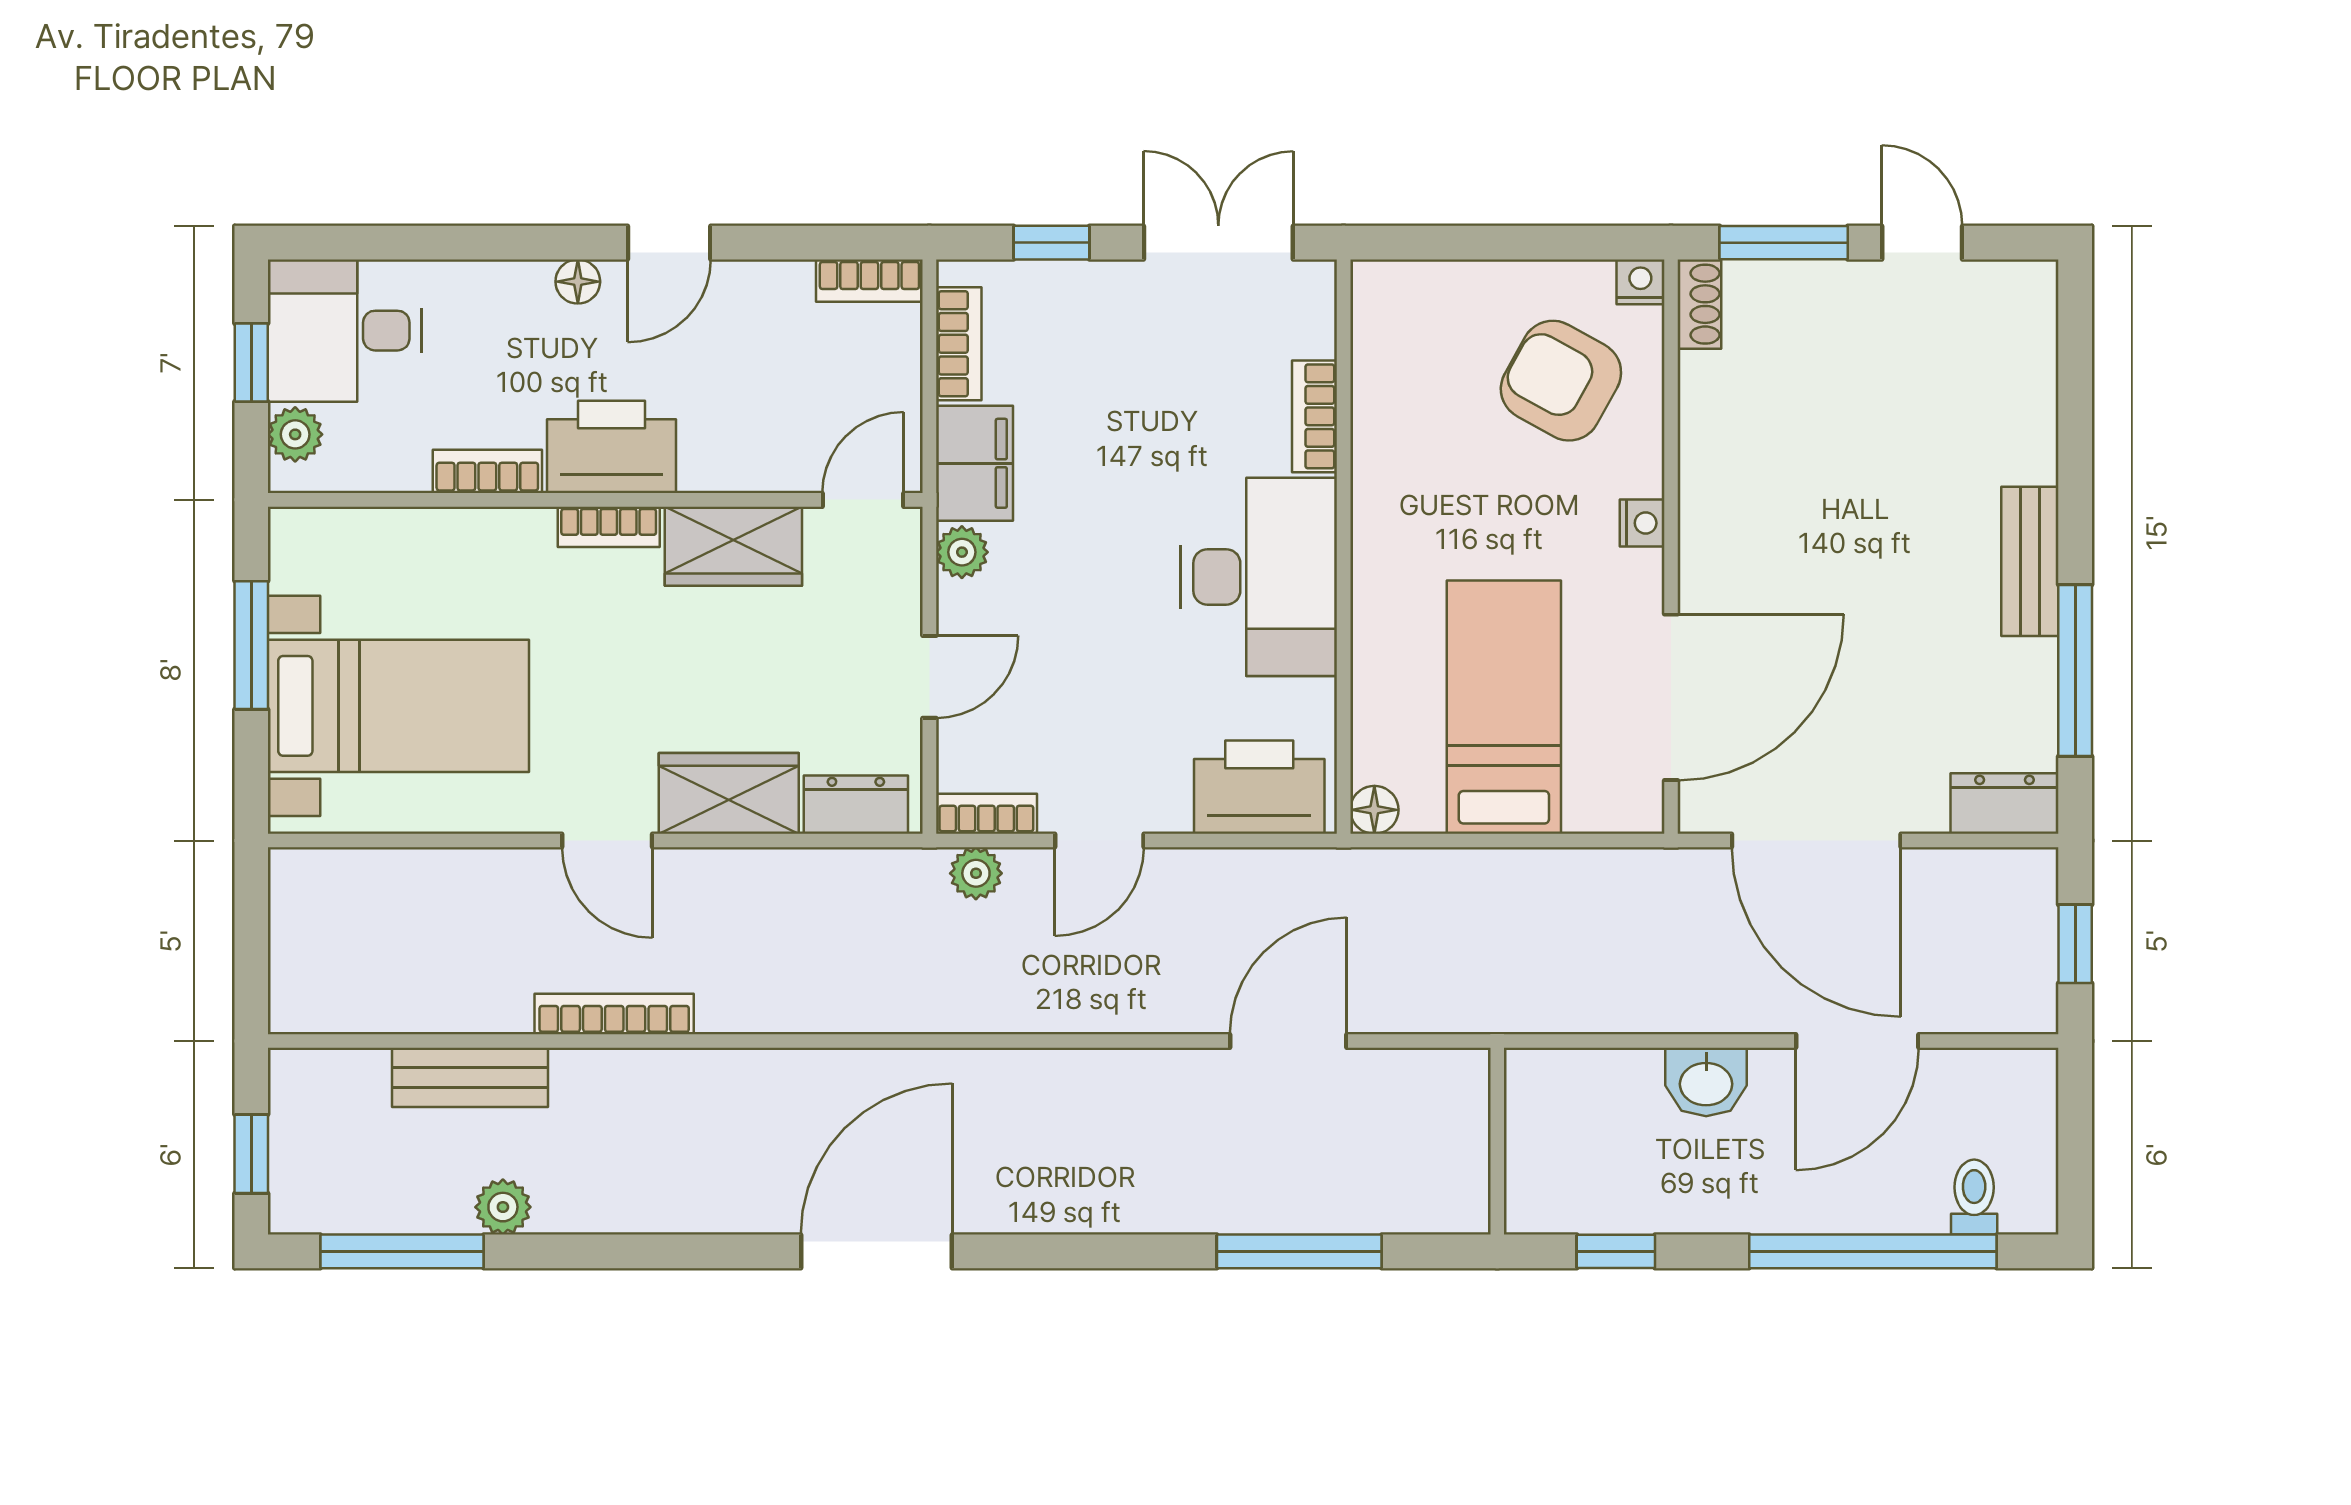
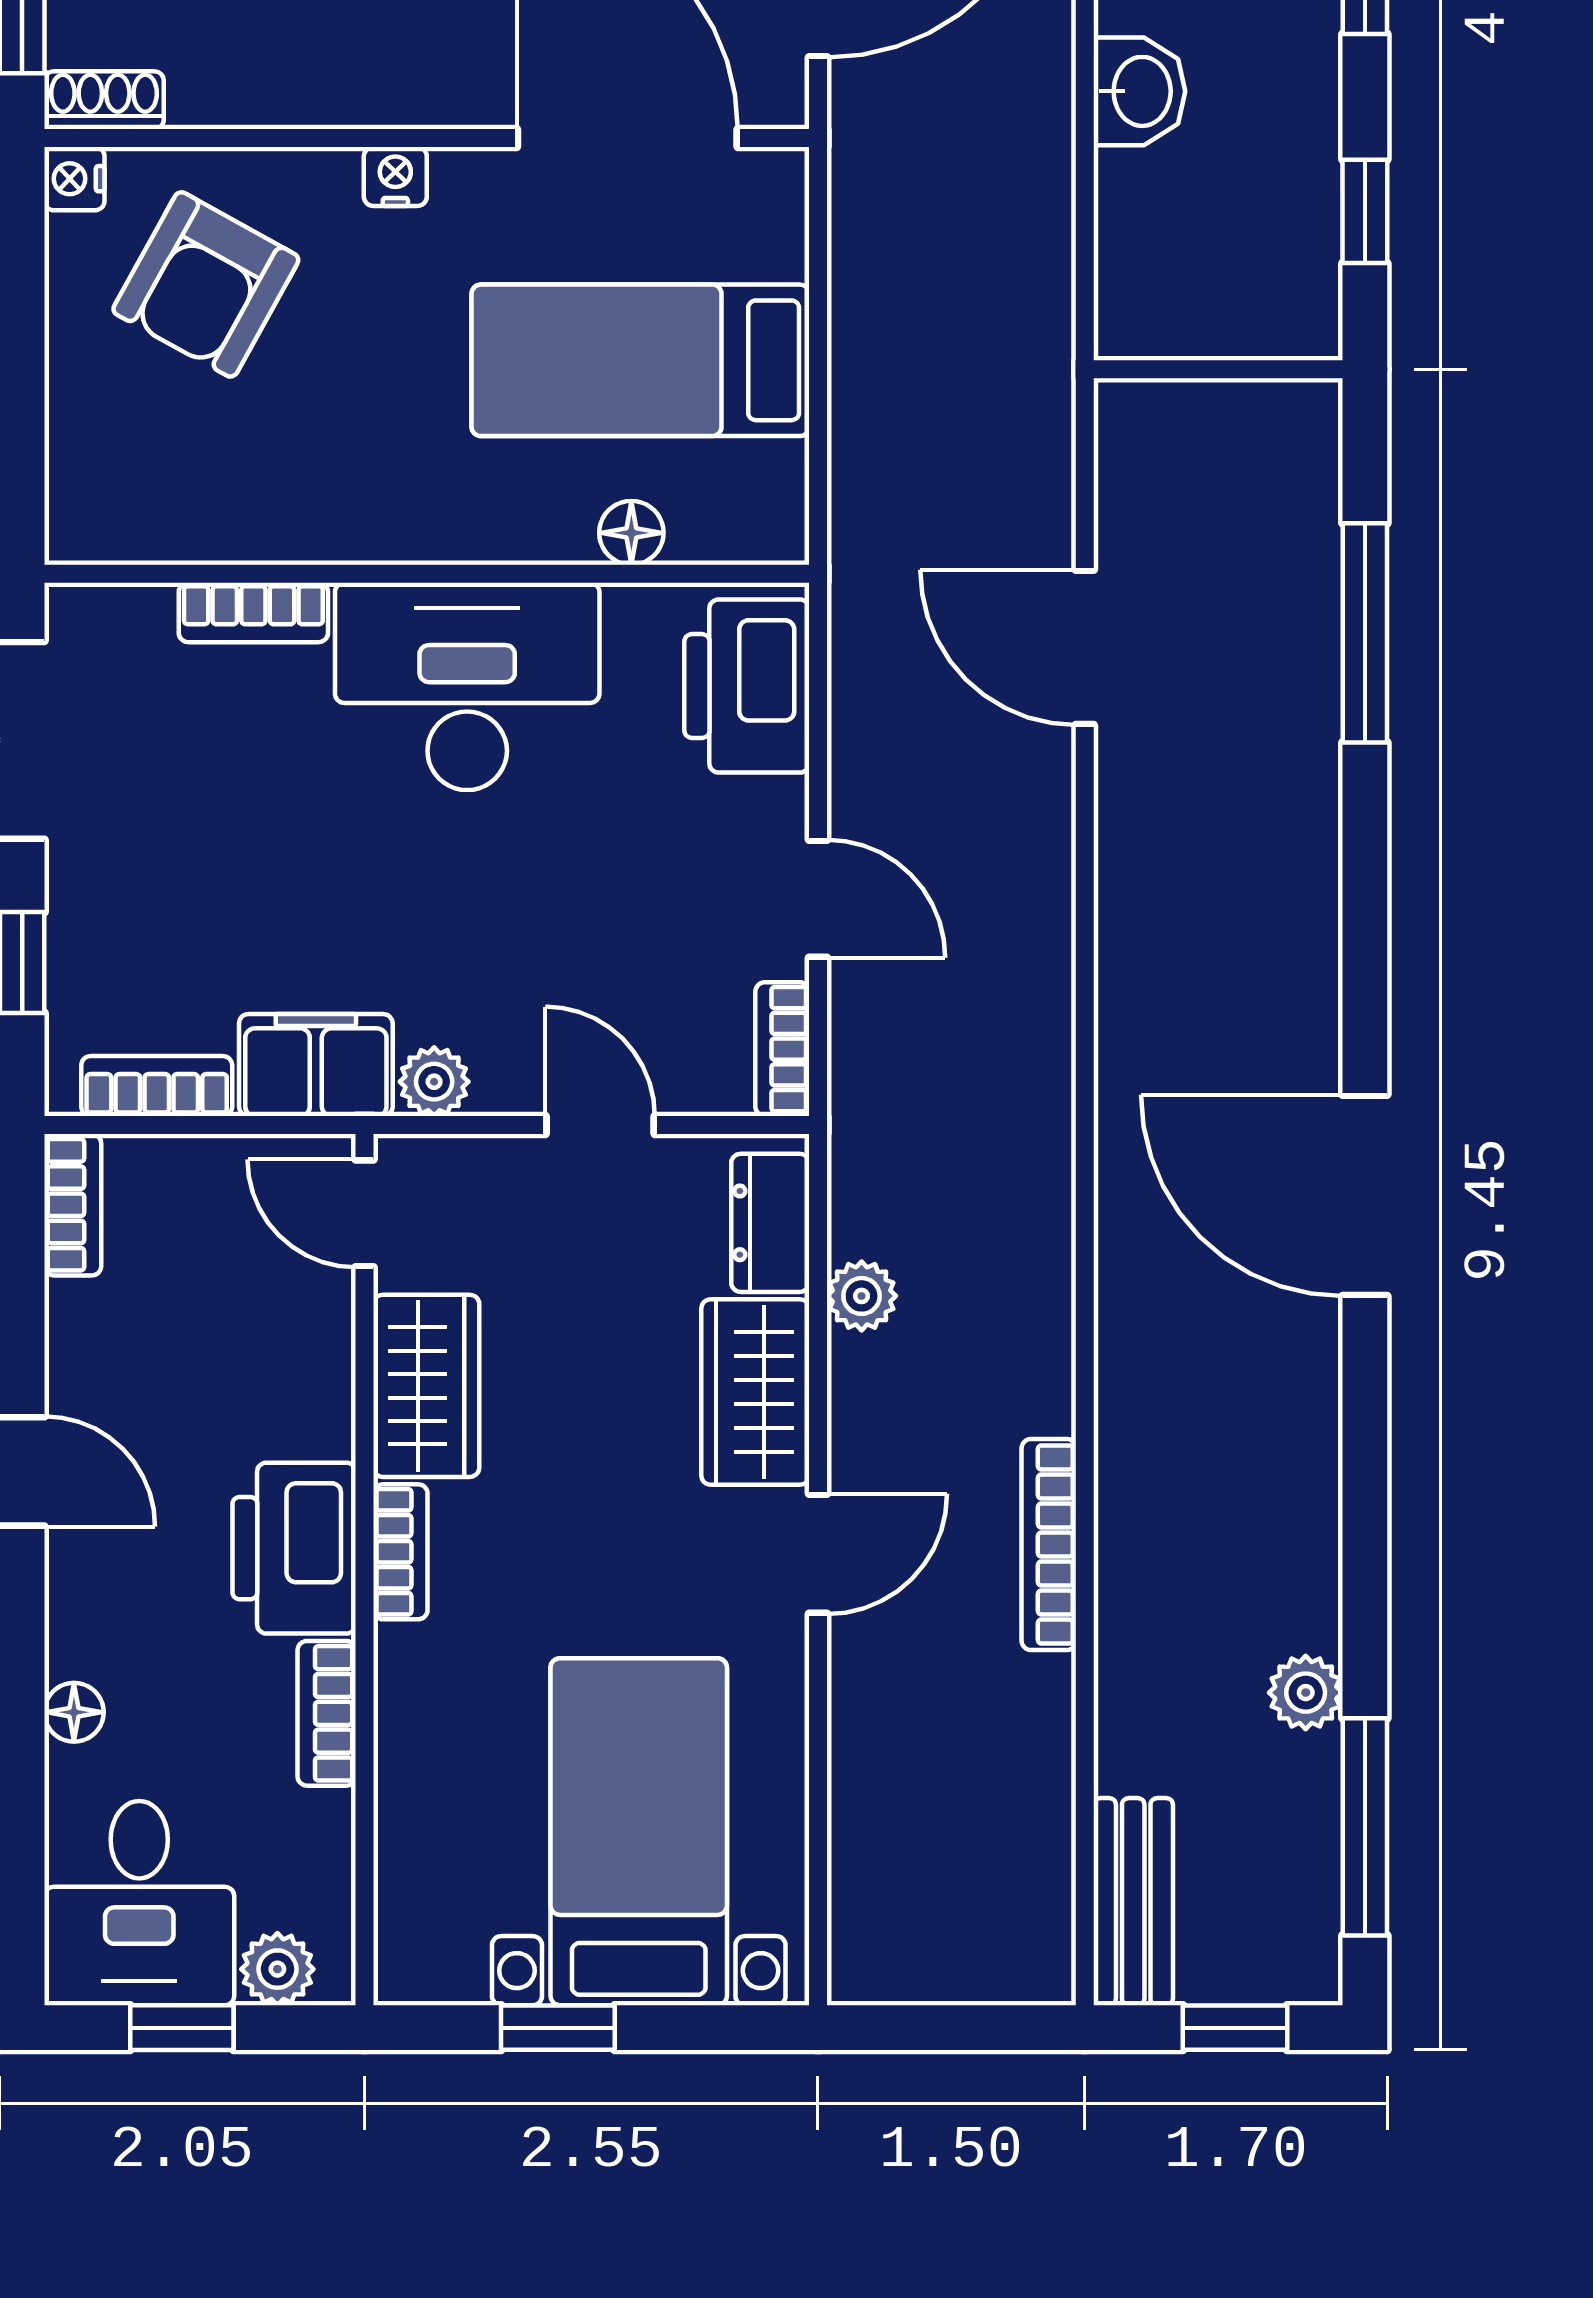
floor lamp: (578, 282) -> (74, 1712), moved
window: (251, 645) -> (558, 2028), width x0.67
floor lamp: (1374, 810) -> (631, 533), moved
plant: (976, 873) -> (862, 1296), moved
bench: (470, 1077) -> (1133, 1902), moved

